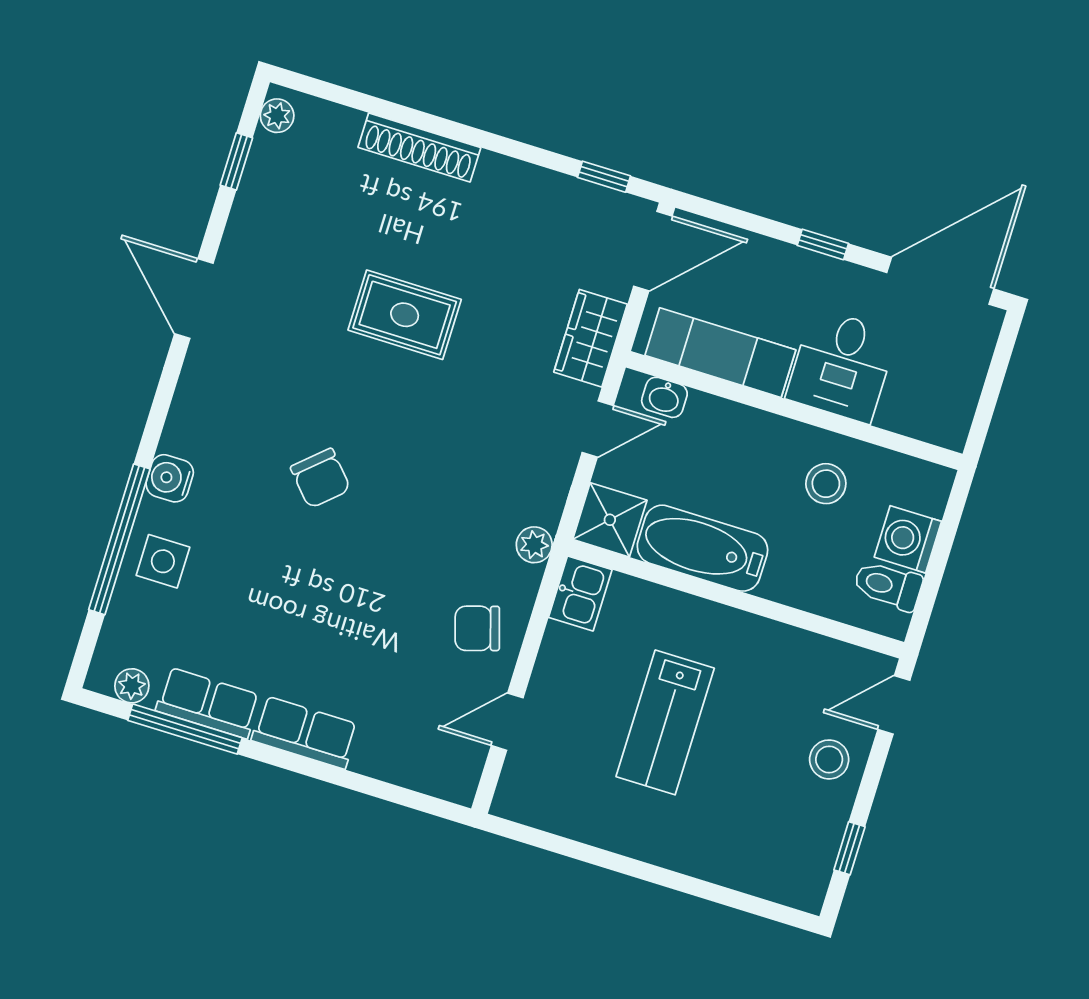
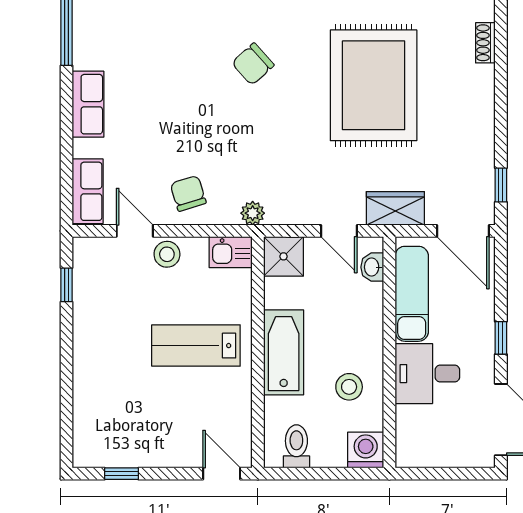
shoe rack: (419, 147) -> (485, 43), width x0.51, depth x0.81
rug: (405, 315) -> (374, 85), width x1.86, depth x2.06
washing machine: (908, 539) -> (366, 450), moved
bathtub: (702, 548) -> (284, 352), moved
row of seats: (208, 703) -> (88, 191), moved
lab bench: (665, 722) -> (196, 346), moved
stool: (829, 759) -> (167, 254), moved
window: (554, 843) -> (66, 285), added

